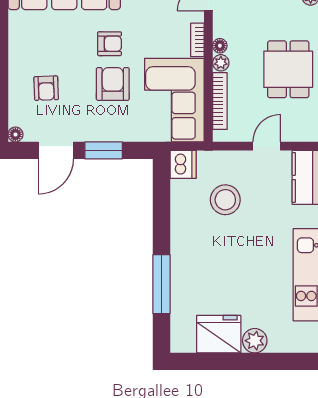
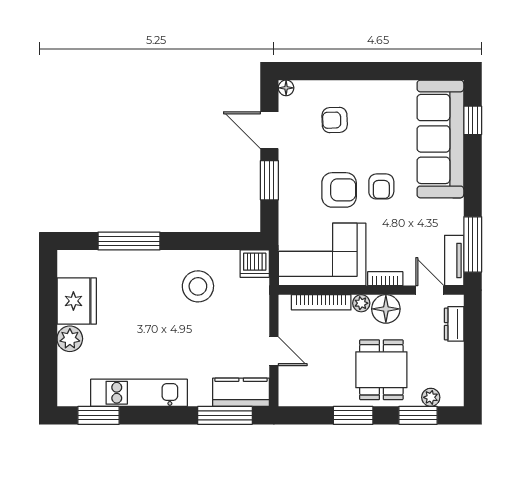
floor lamp: (220, 46) -> (386, 309), width x1.89, depth x1.89
dining table: (288, 69) -> (381, 370), moved, turned 90
stool: (225, 200) -> (198, 286), moved

